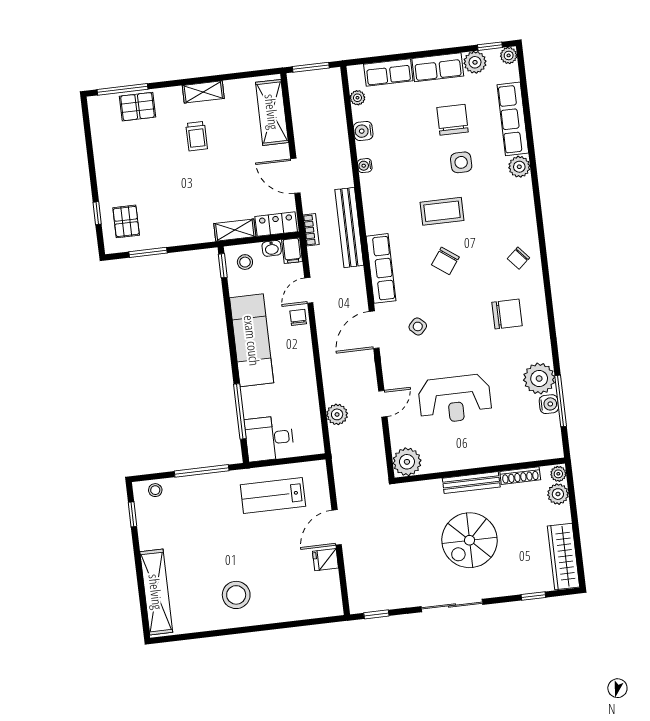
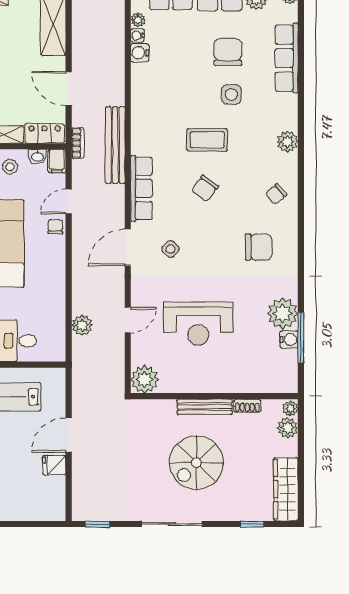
water cooler: (365, 166) -> (137, 35), moved
plant: (519, 167) -> (287, 142), moved
shoe rack: (520, 476) -> (247, 406), width x0.70

